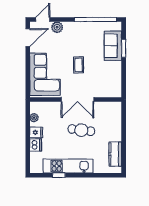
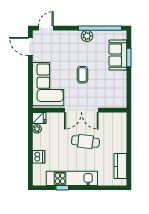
plant: (57, 27) -> (87, 36), moved
door: (28, 38) -> (30, 47), swing flipped
fridge: (36, 132) -> (39, 118), moved

